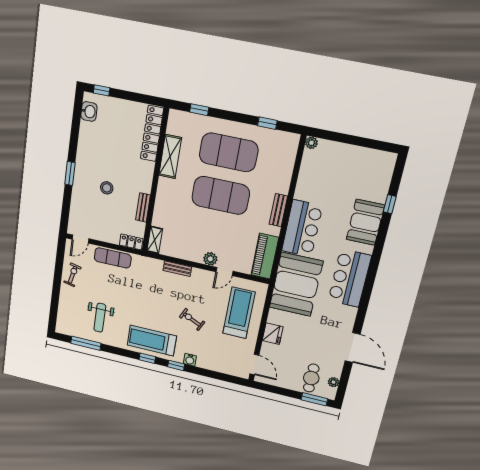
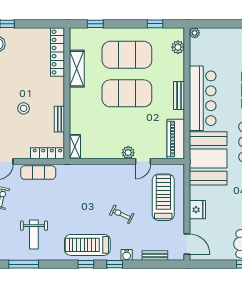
plant: (288, 156) -> (178, 47), added
bar counter: (302, 228) -> (203, 98), width x1.36
locker: (131, 242) -> (47, 153), width x1.53
bench: (177, 269) -> (155, 256), moved

